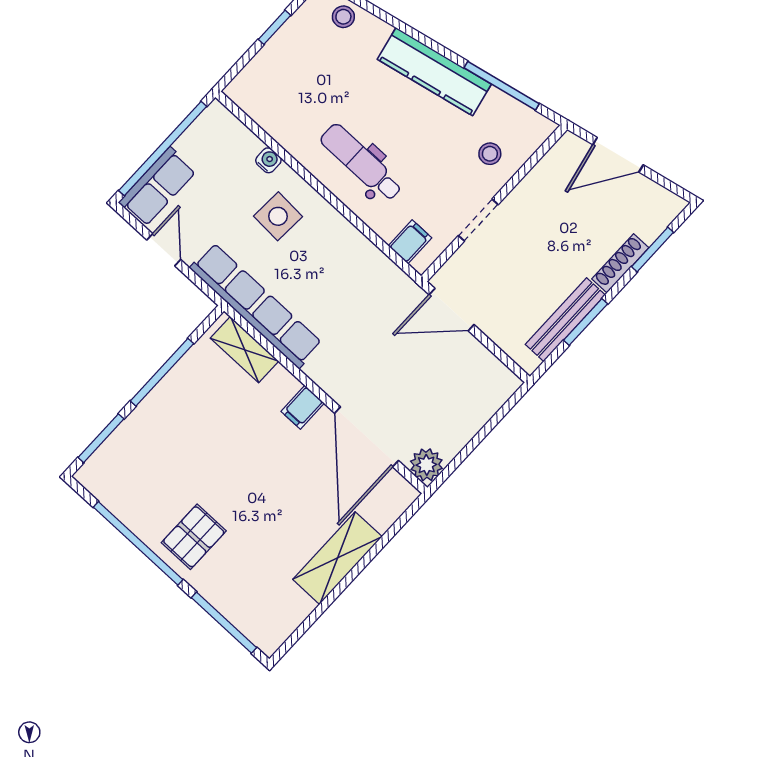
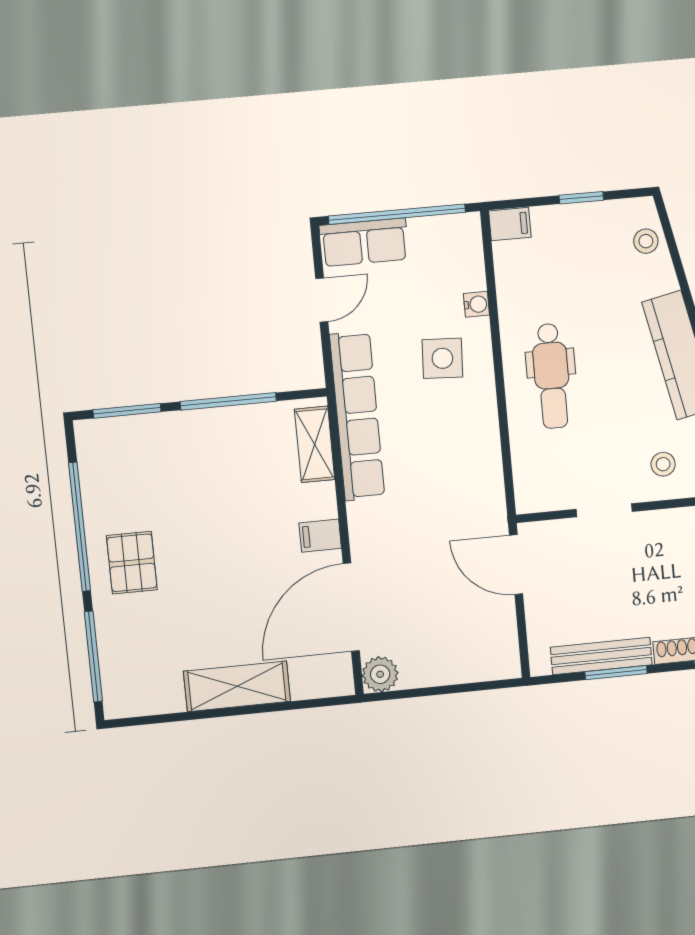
dental chair: (361, 163) -> (552, 376), turned 180
filing cabinet: (410, 242) -> (510, 224), moved
pallet: (194, 537) -> (132, 563), turned 90

